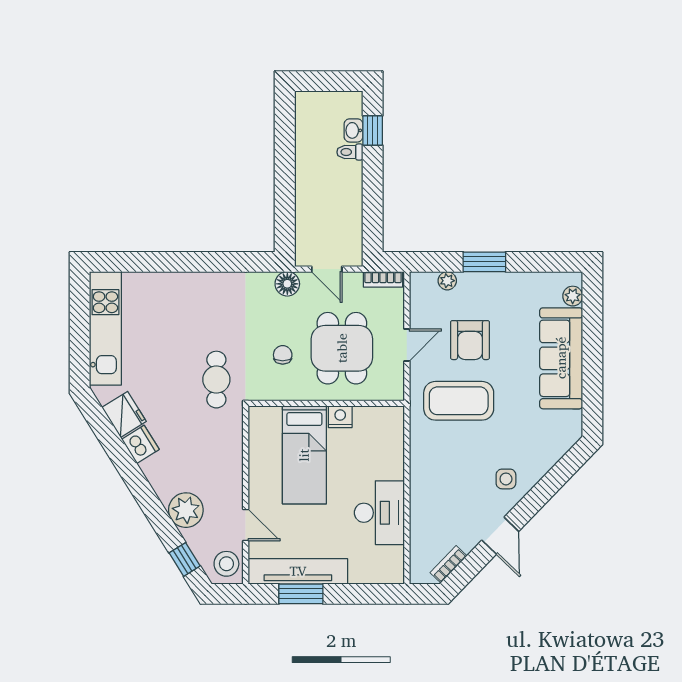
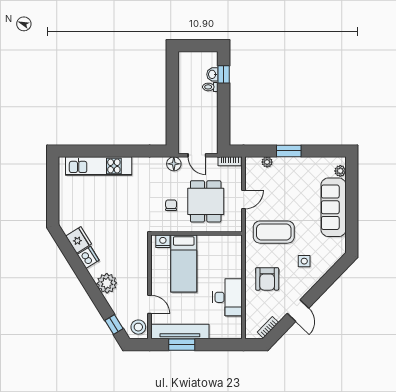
kitchen unit: (105, 328) -> (99, 166), moved, turned 90
armchair: (470, 340) -> (267, 279), moved
cafe table: (216, 380) -> (132, 220), removed
nightstand: (340, 417) -> (163, 241), moved
side table: (506, 479) -> (304, 261), moved
plant: (186, 510) -> (107, 283), moved

